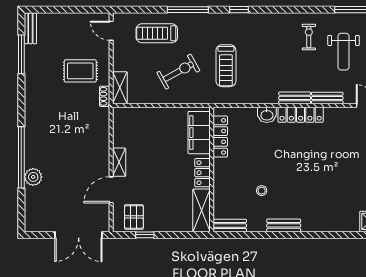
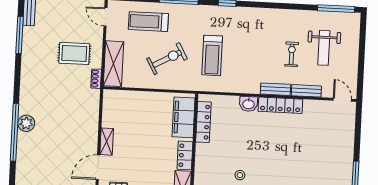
exercise bike: (309, 37) -> (292, 54), moved
shelving: (120, 88) -> (114, 64), width x1.50, depth x1.33
plant: (33, 177) -> (26, 123), moved

